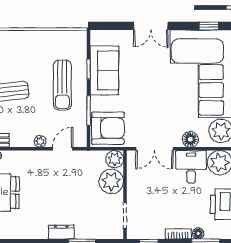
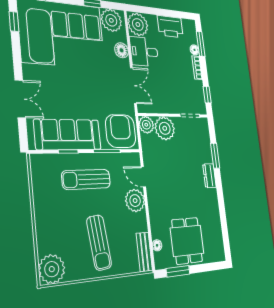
double door: (151, 26) -> (20, 99), moved
sofa: (104, 70) -> (68, 135), width x1.36
sun lounger: (62, 85) -> (86, 179), turned 180
plant: (40, 141) -> (135, 201), width x1.88, depth x1.88

